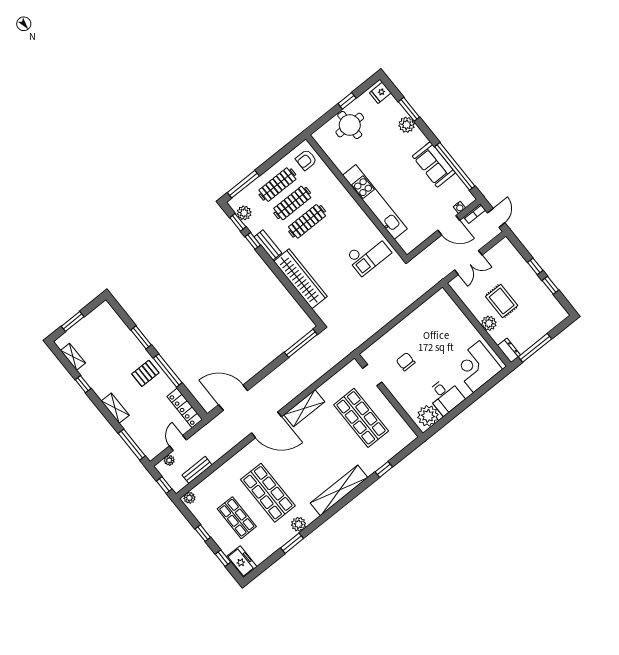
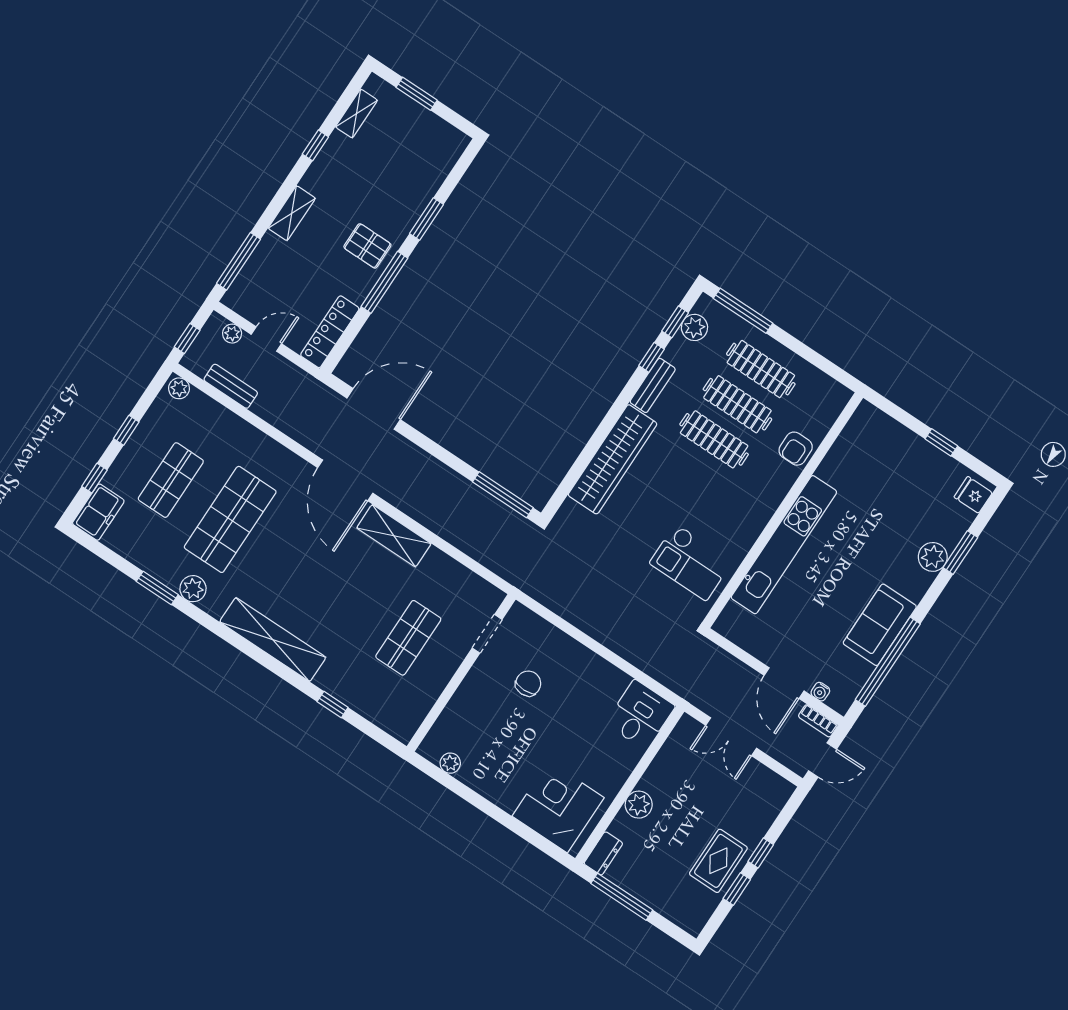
round table: (350, 125) -> (902, 460), removed
armchair: (306, 160) -> (796, 449), moved, turned -90
rug: (502, 301) -> (718, 861), moved
desk: (445, 396) -> (640, 715), moved, turned 180
door: (233, 398) -> (374, 409), hinge flipped
plant: (428, 416) -> (450, 763), width x0.53, depth x0.53
shop shelf: (361, 418) -> (408, 638), width x0.70, depth x0.74

